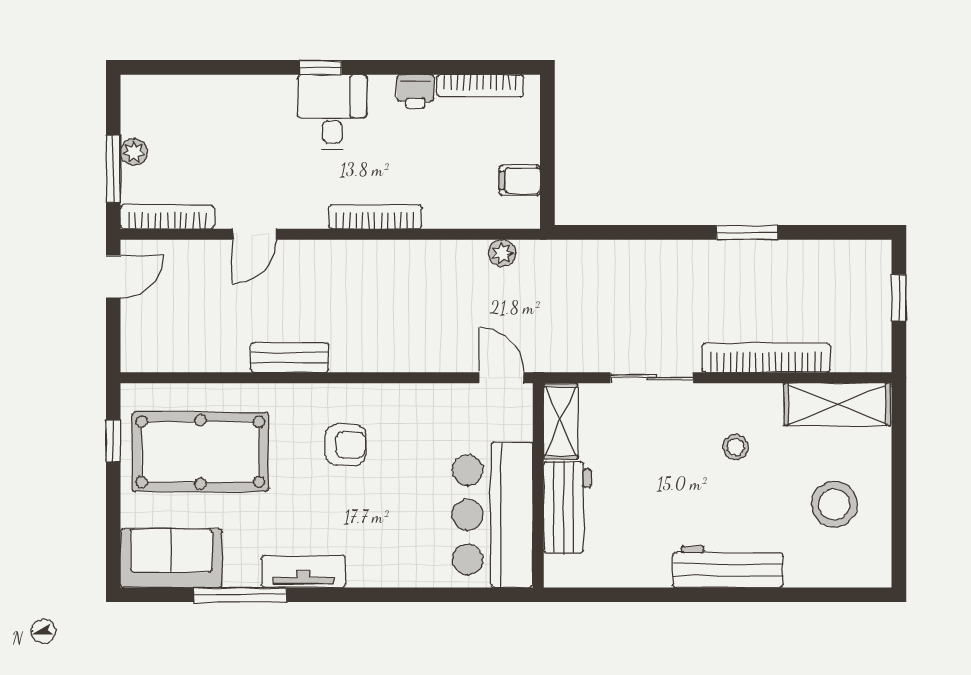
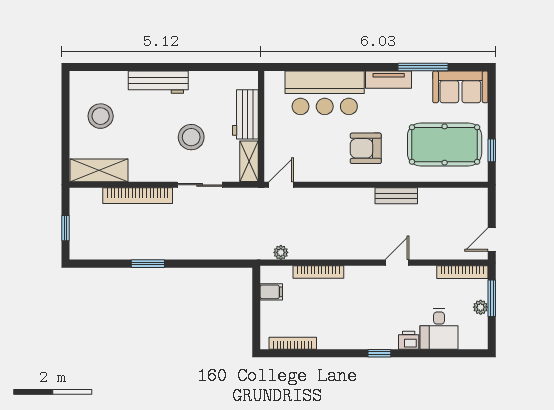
printer: (415, 91) -> (409, 340), moved
desk: (332, 112) -> (439, 329), moved
bookcase: (375, 217) -> (318, 272), moved
door: (255, 234) -> (397, 263), moved
door: (502, 378) -> (281, 185), swing flipped
armchair: (346, 445) -> (366, 148), width x1.38, depth x1.38
stool: (736, 447) -> (191, 137), moved, width x1.89, depth x1.89
bar counter: (493, 515) -> (325, 93), moved, turned 90

